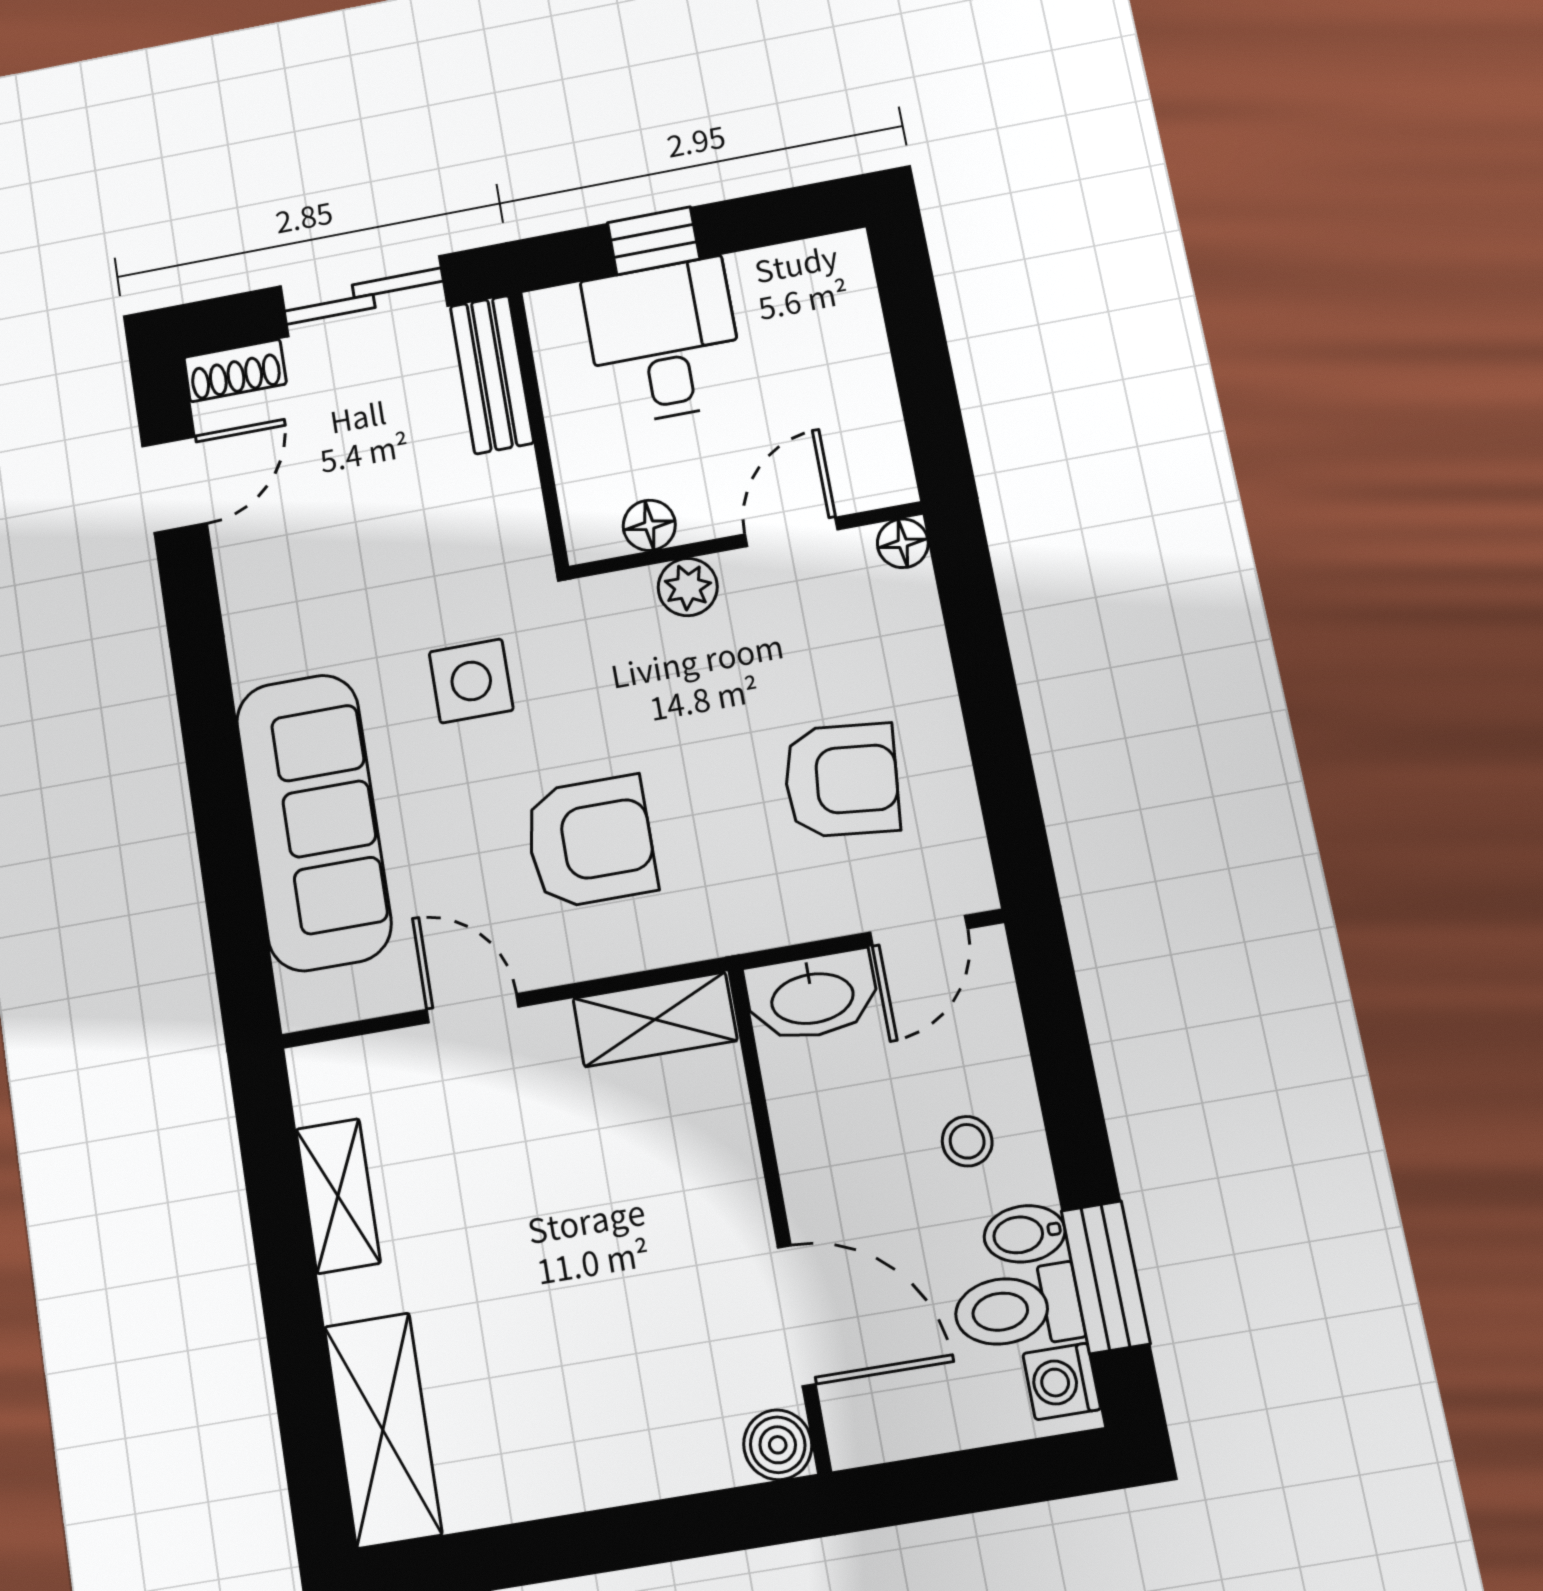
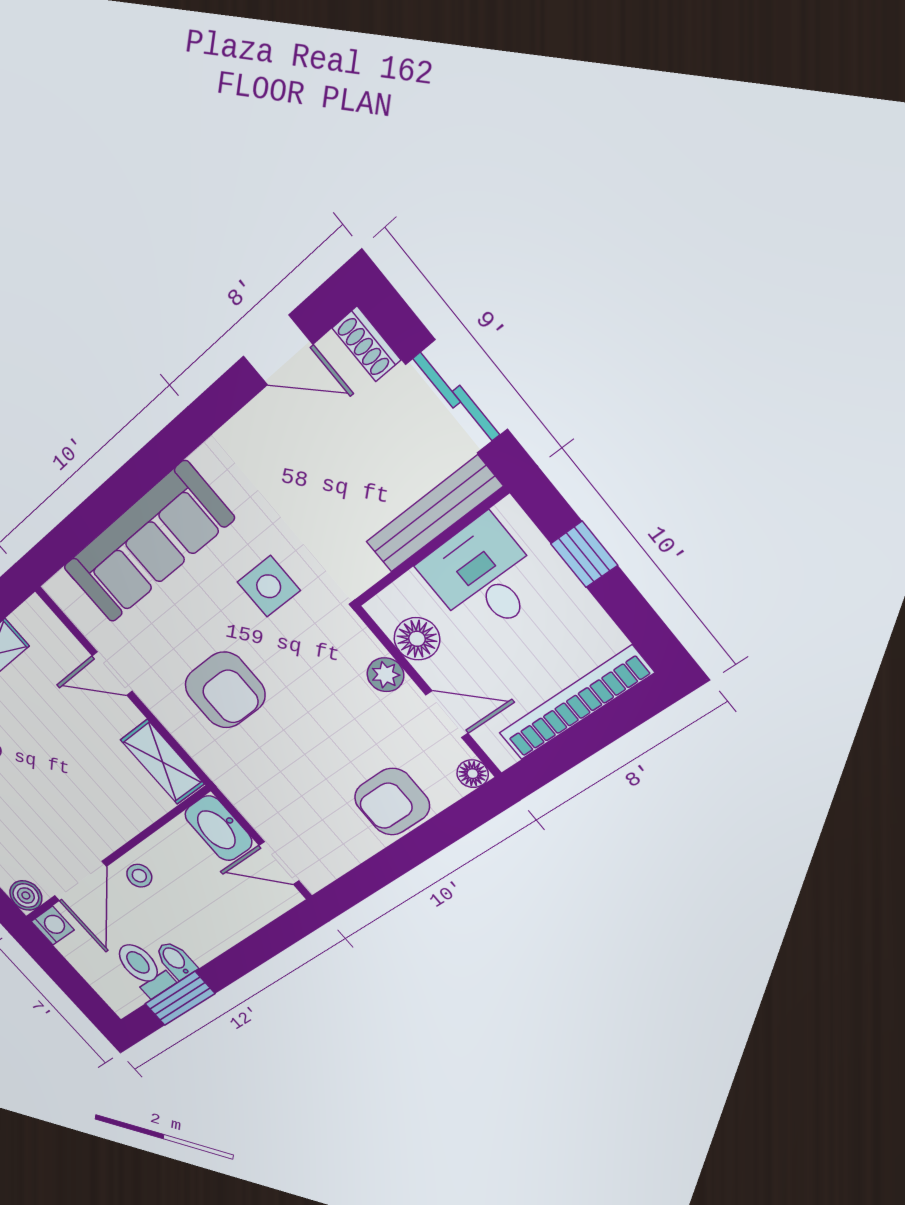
desk: (664, 341) -> (483, 577), moved, turned -90
bookcase: (861, 349) -> (576, 704), added
bench: (492, 374) -> (434, 514), width x1.36
floor lamp: (649, 525) -> (417, 639), width x1.37, depth x1.37
armchair: (841, 780) -> (392, 802), moved, turned 84
door: (473, 1008) -> (112, 674), swing flipped
stool: (967, 1141) -> (139, 876), moved
washing machine: (1062, 1381) -> (53, 926), moved, turned 90

